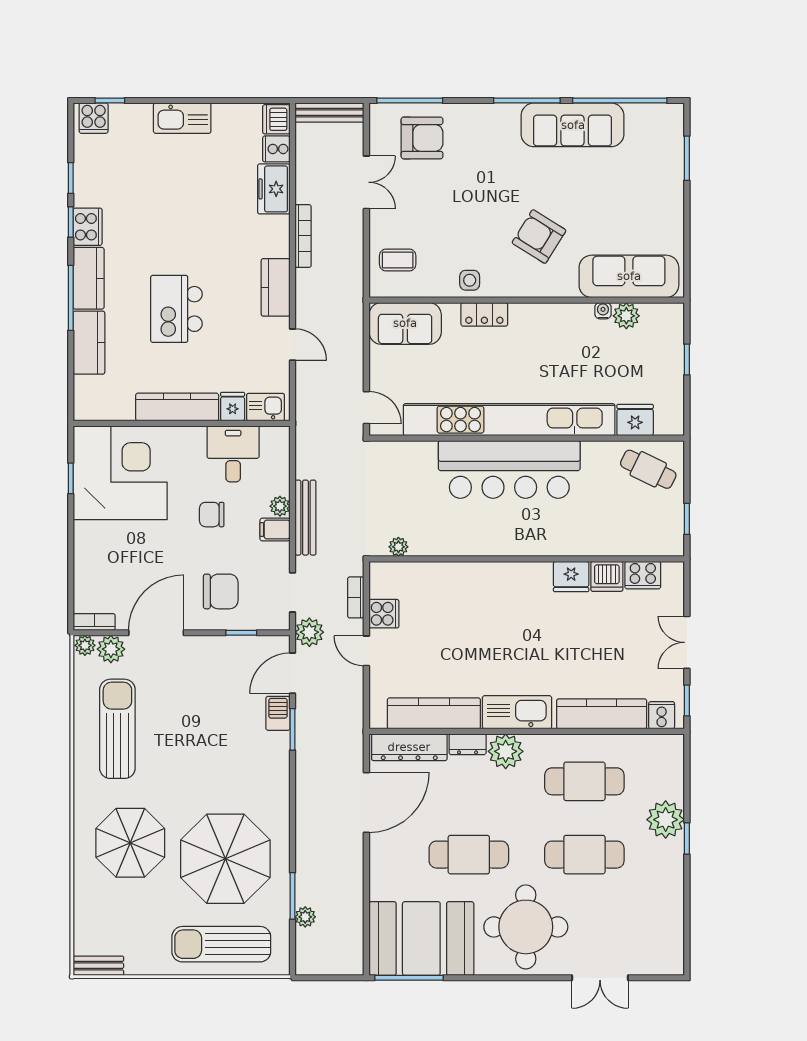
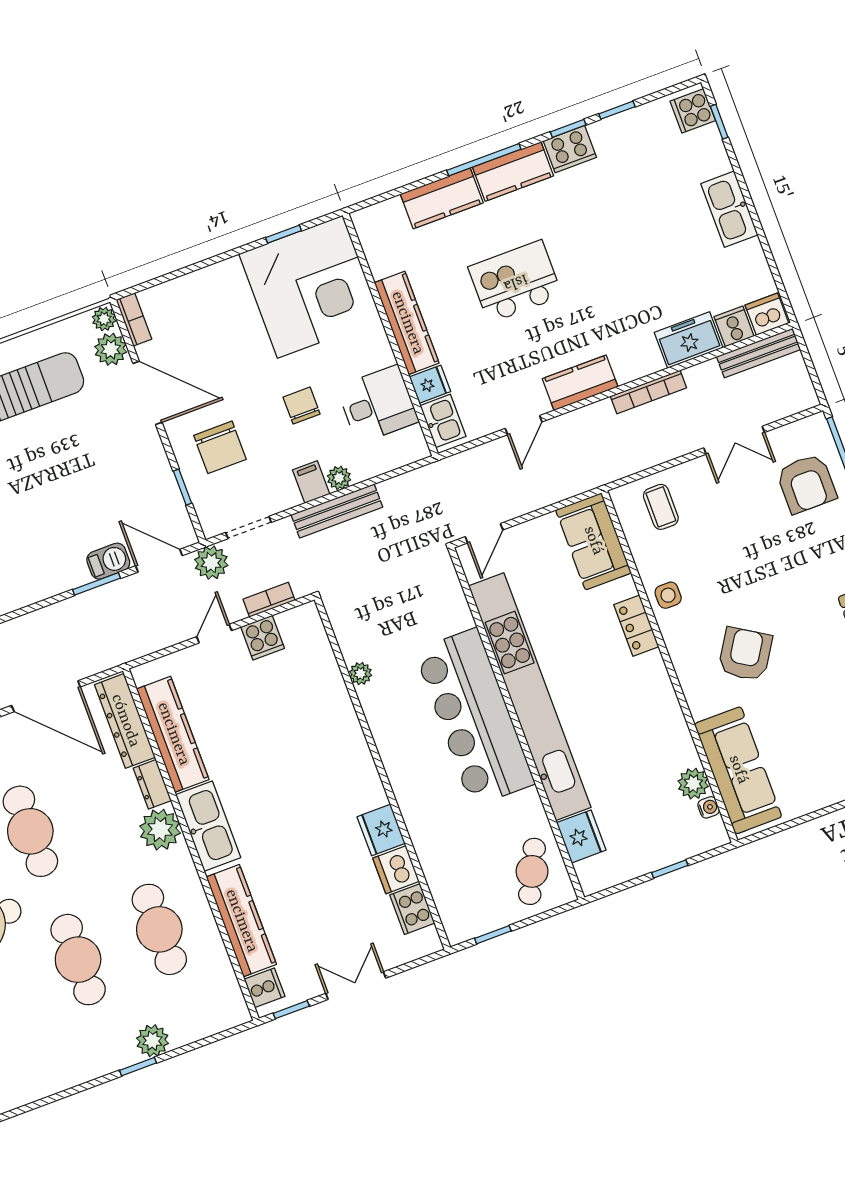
bench: (330, 113) -> (759, 353), moved, turned 90
water cooler: (603, 311) -> (709, 807), moved
plant: (398, 547) -> (361, 674), moved
plant: (666, 820) -> (152, 1041), width x0.73, depth x0.73

